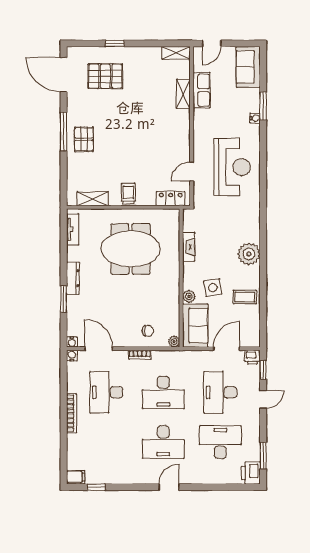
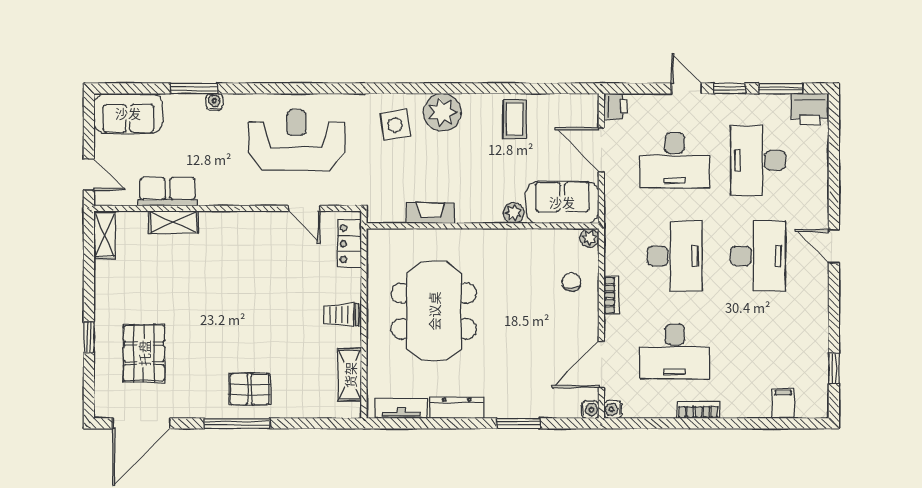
dresser: (73, 278) -> (457, 408), moved
side table: (213, 288) -> (395, 125), moved
window: (263, 370) -> (730, 88), moved
bookcase: (72, 414) -> (698, 410), width x0.64
filing cabinet: (76, 477) -> (783, 403), moved

